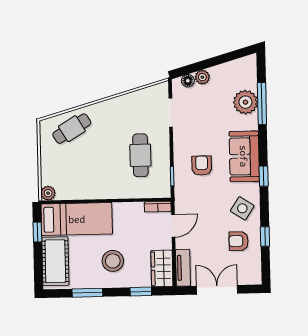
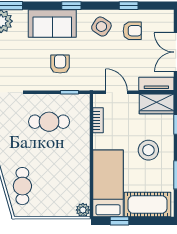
cafe table: (72, 129) -> (22, 186), turned 31
armchair: (202, 166) -> (60, 64), turned 90
bookcase: (158, 207) -> (98, 120), moved
armchair: (239, 241) -> (132, 31), turned -90

